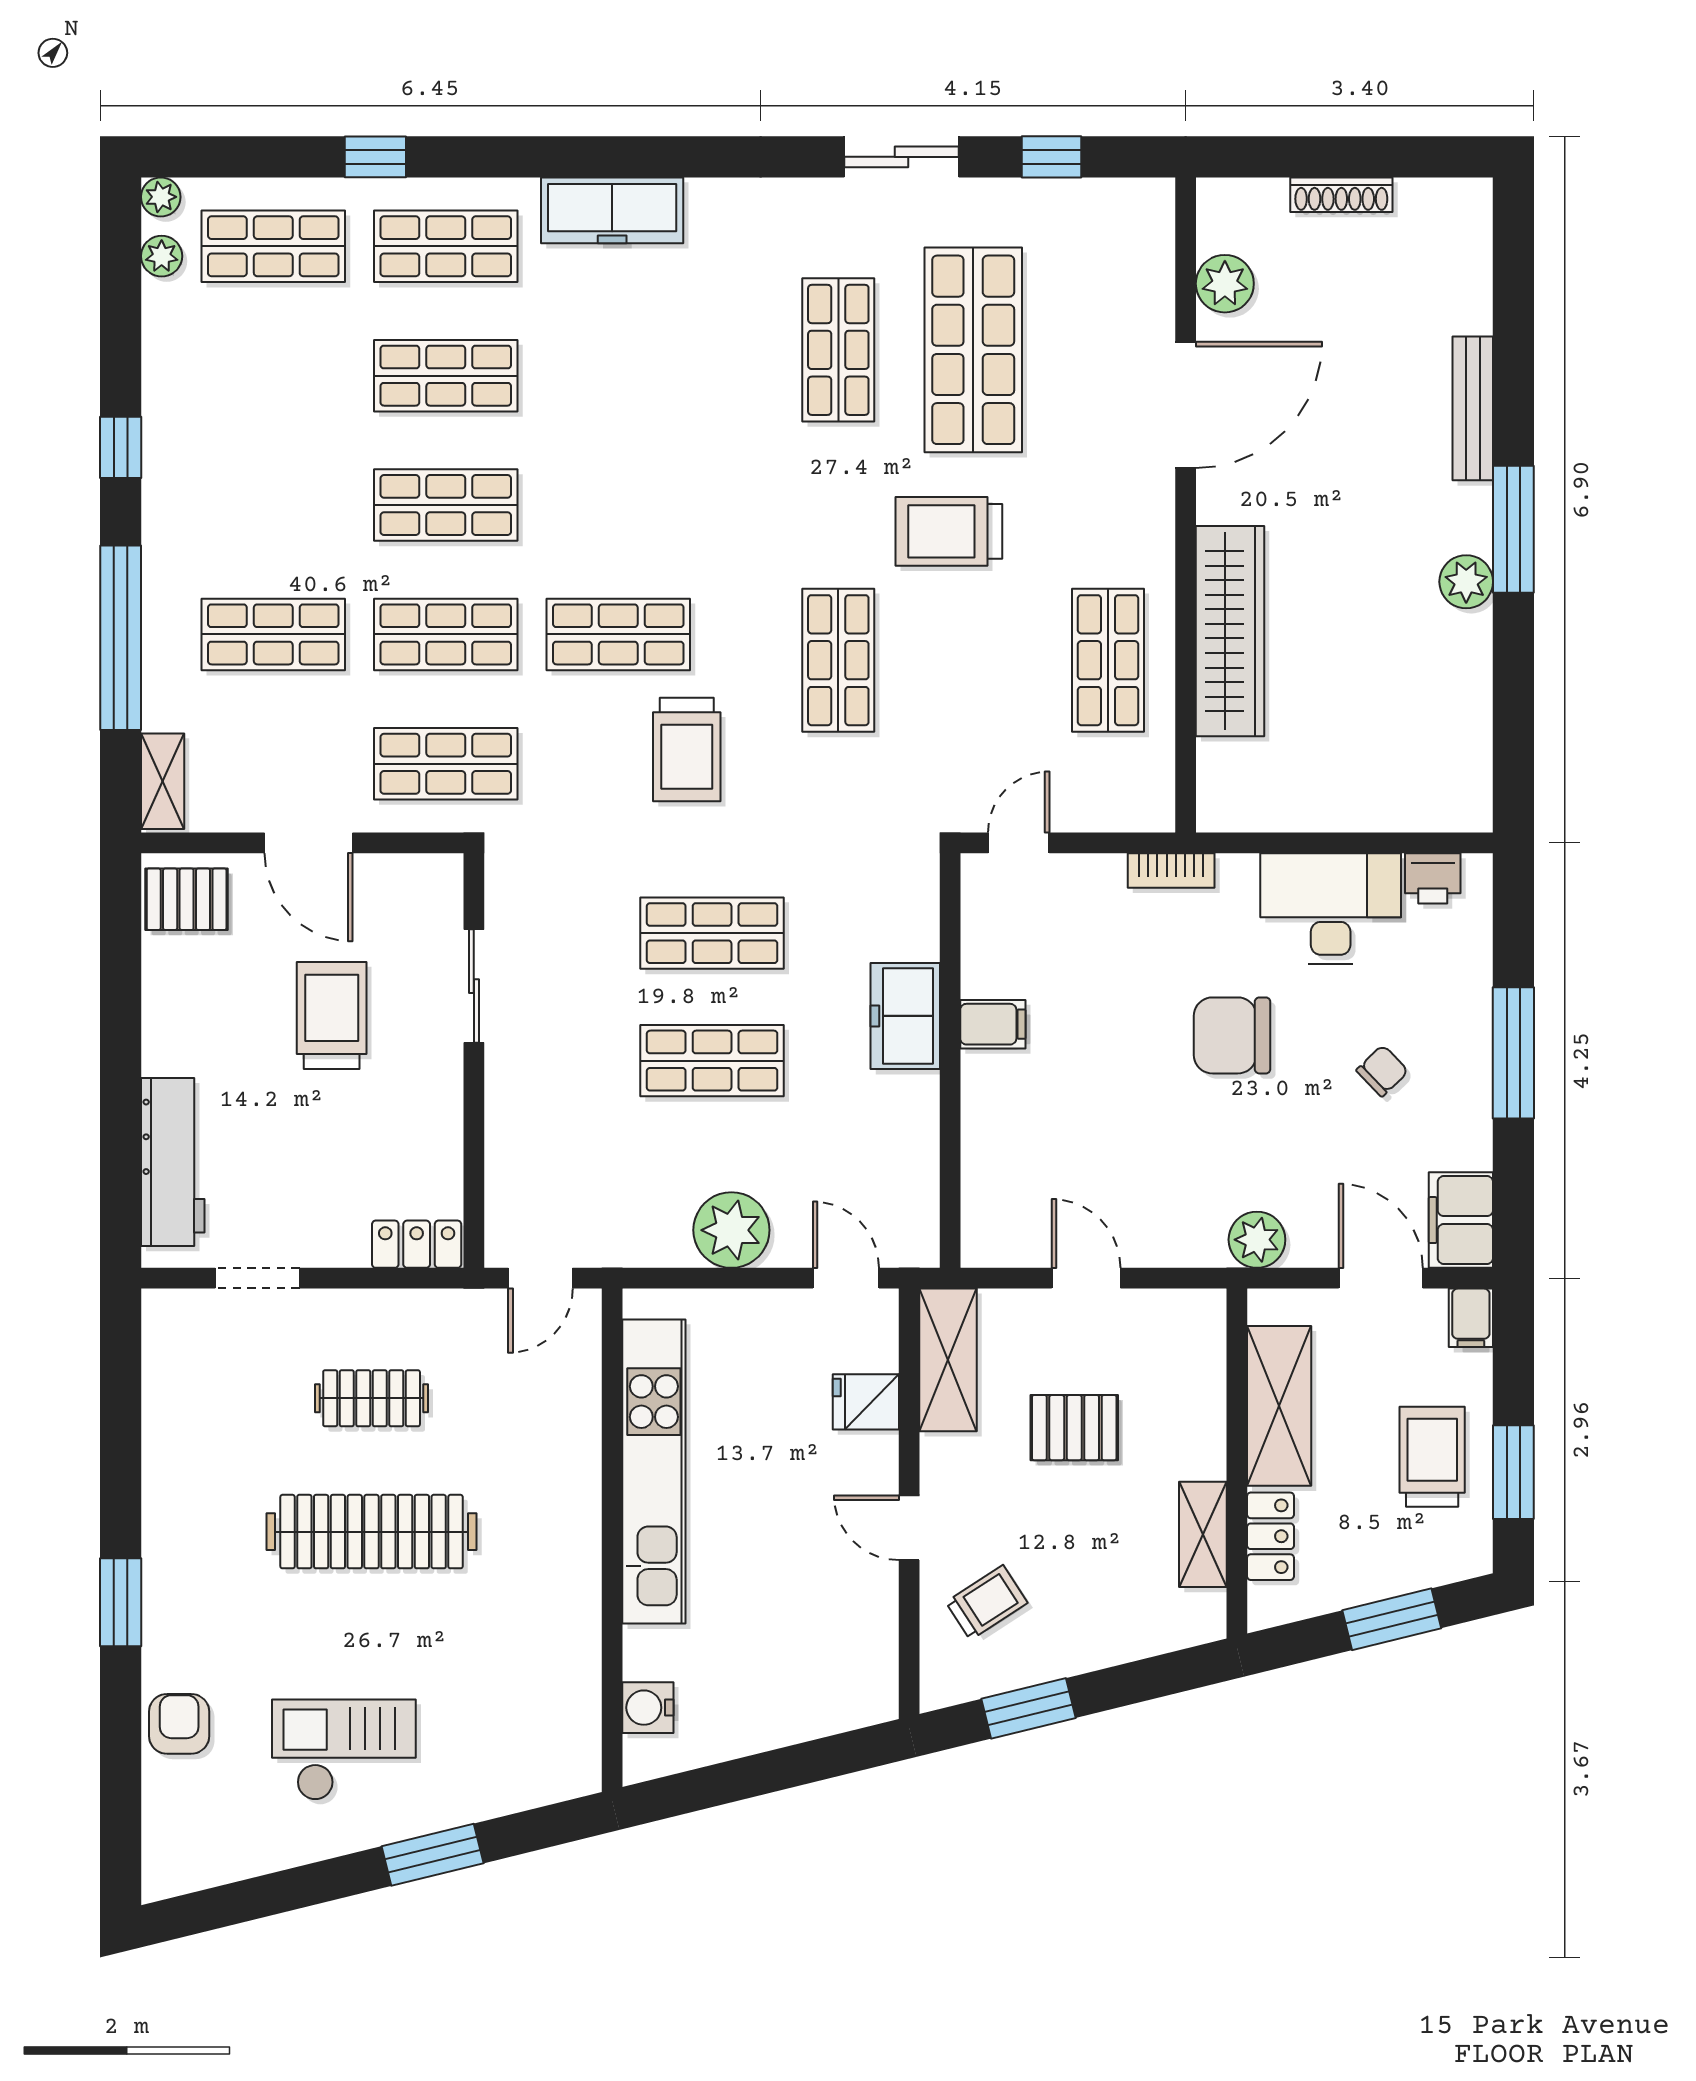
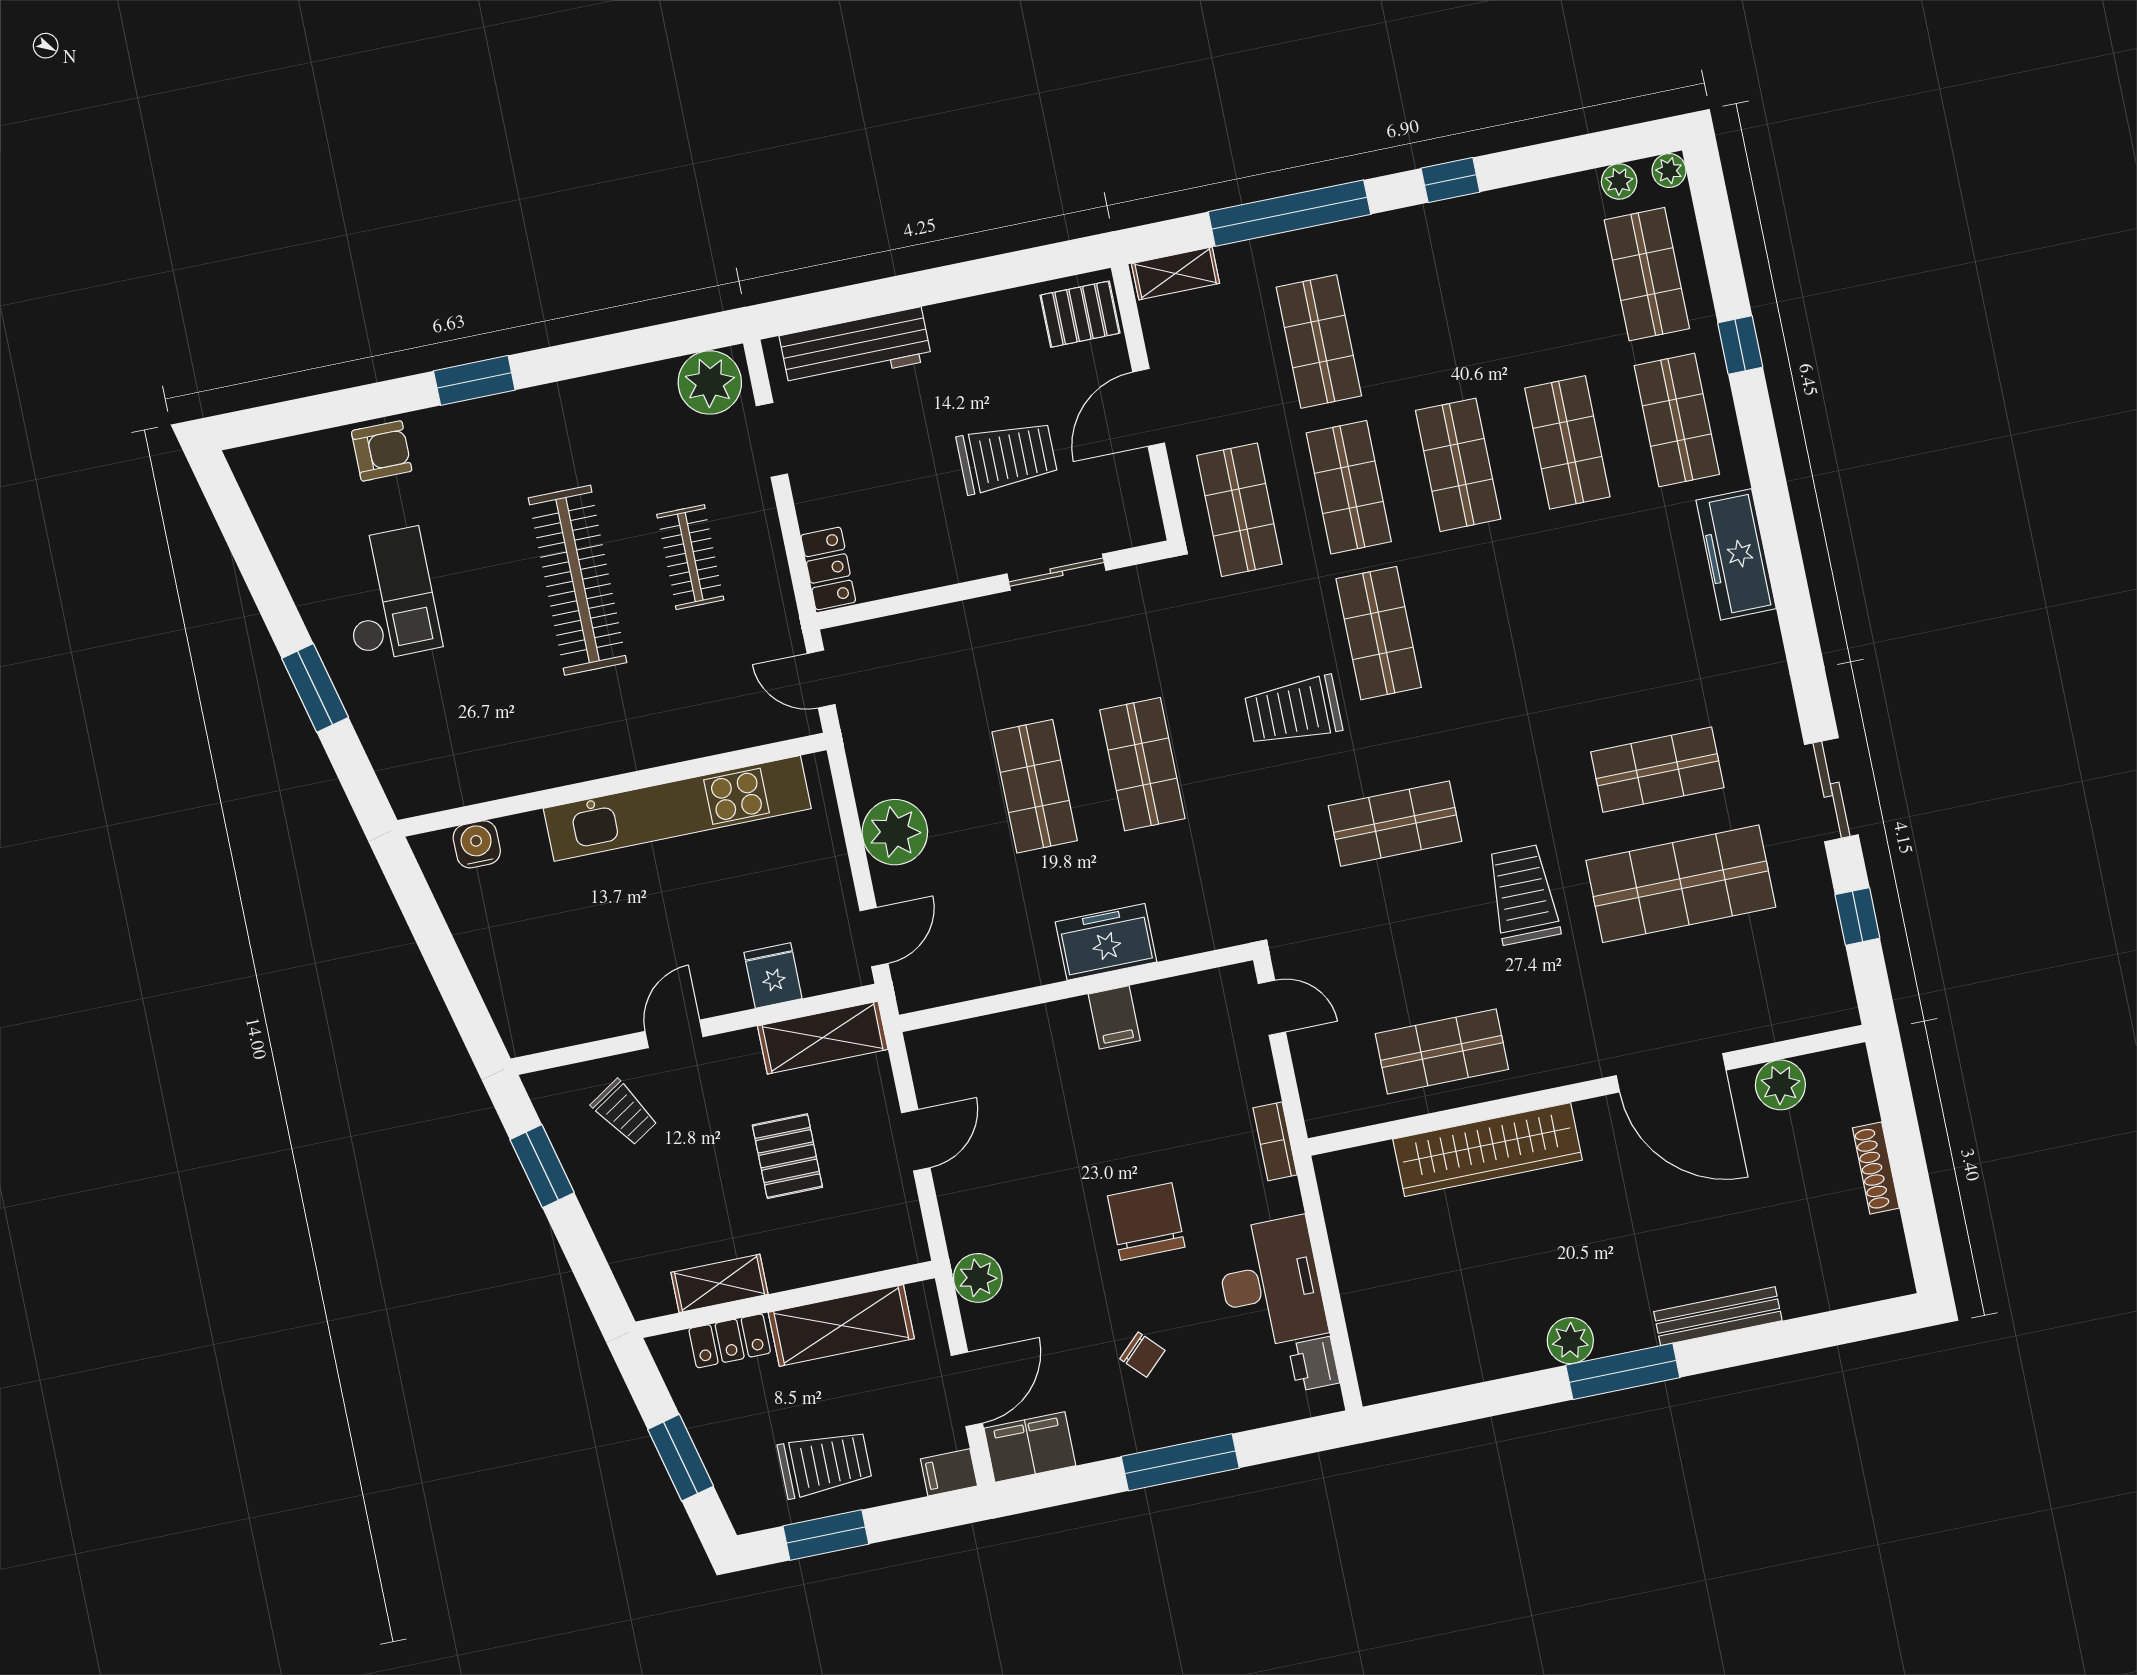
pallet: (187, 899) -> (1080, 314), turned 90
plant: (178, 1335) -> (710, 382), added

